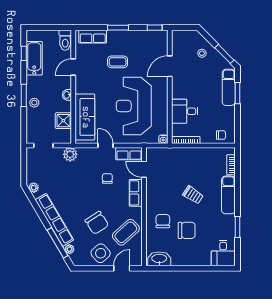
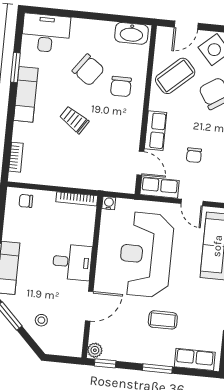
plant: (163, 36) -> (95, 350), added
reception desk: (134, 106) -> (146, 255), turned 180
desk: (185, 111) -> (72, 262), moved
exam couch: (228, 195) -> (26, 94), moved
chair: (187, 230) -> (88, 70), turned -144
desk: (223, 253) -> (46, 33), width x1.37

